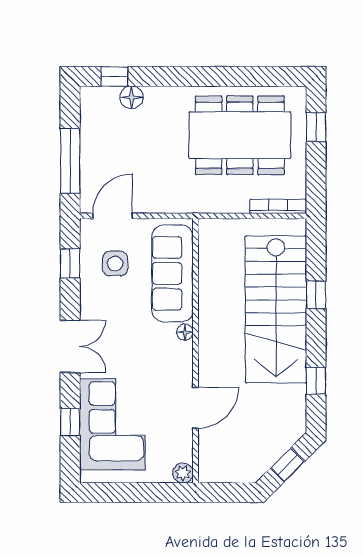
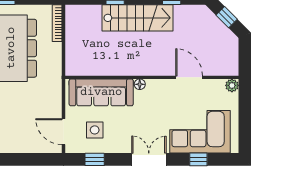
window: (70, 161) -> (28, 159), removed
stairs: (276, 309) -> (138, 18), width x0.73, depth x0.66

